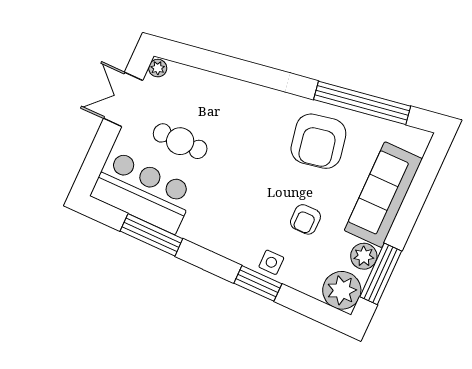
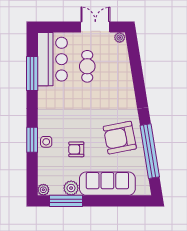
plant: (342, 290) -> (43, 190), width x0.53, depth x0.53

